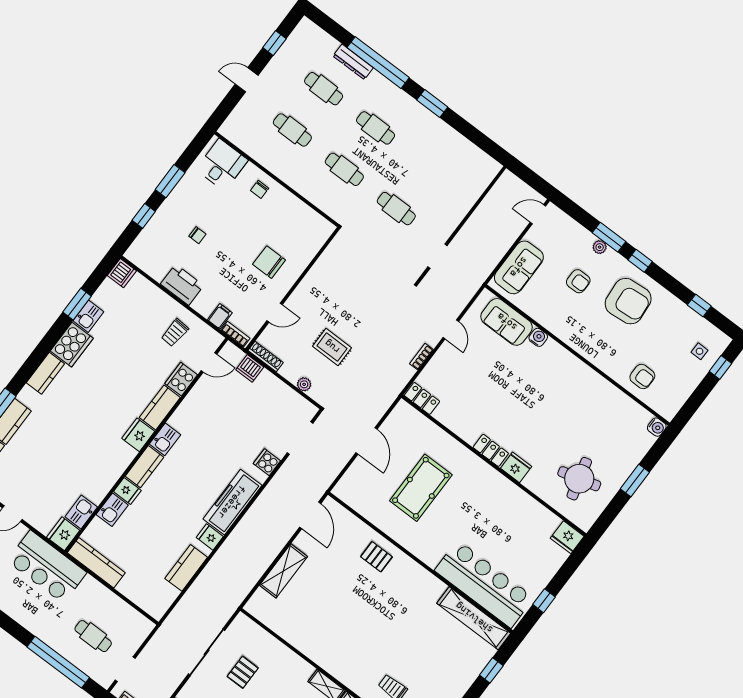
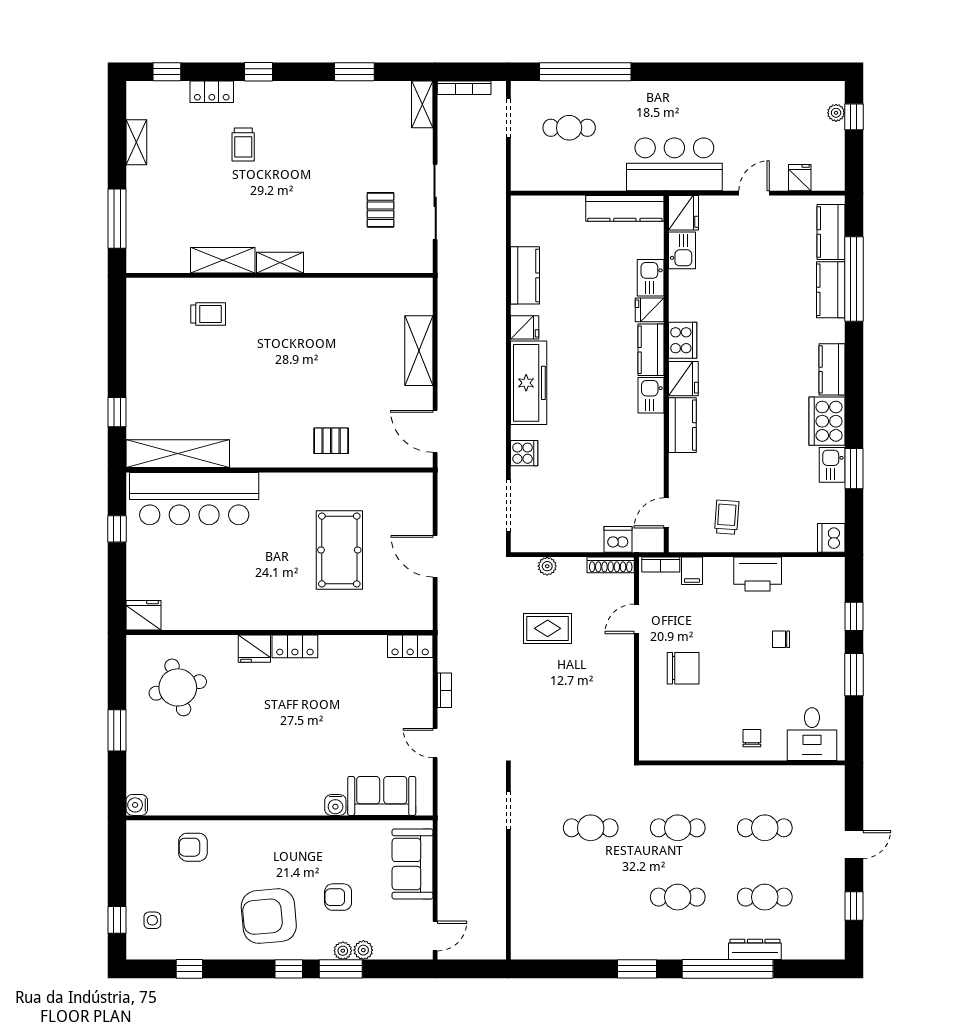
plant: (587, 238) -> (363, 950), added
cooker: (181, 379) -> (683, 340), moved

